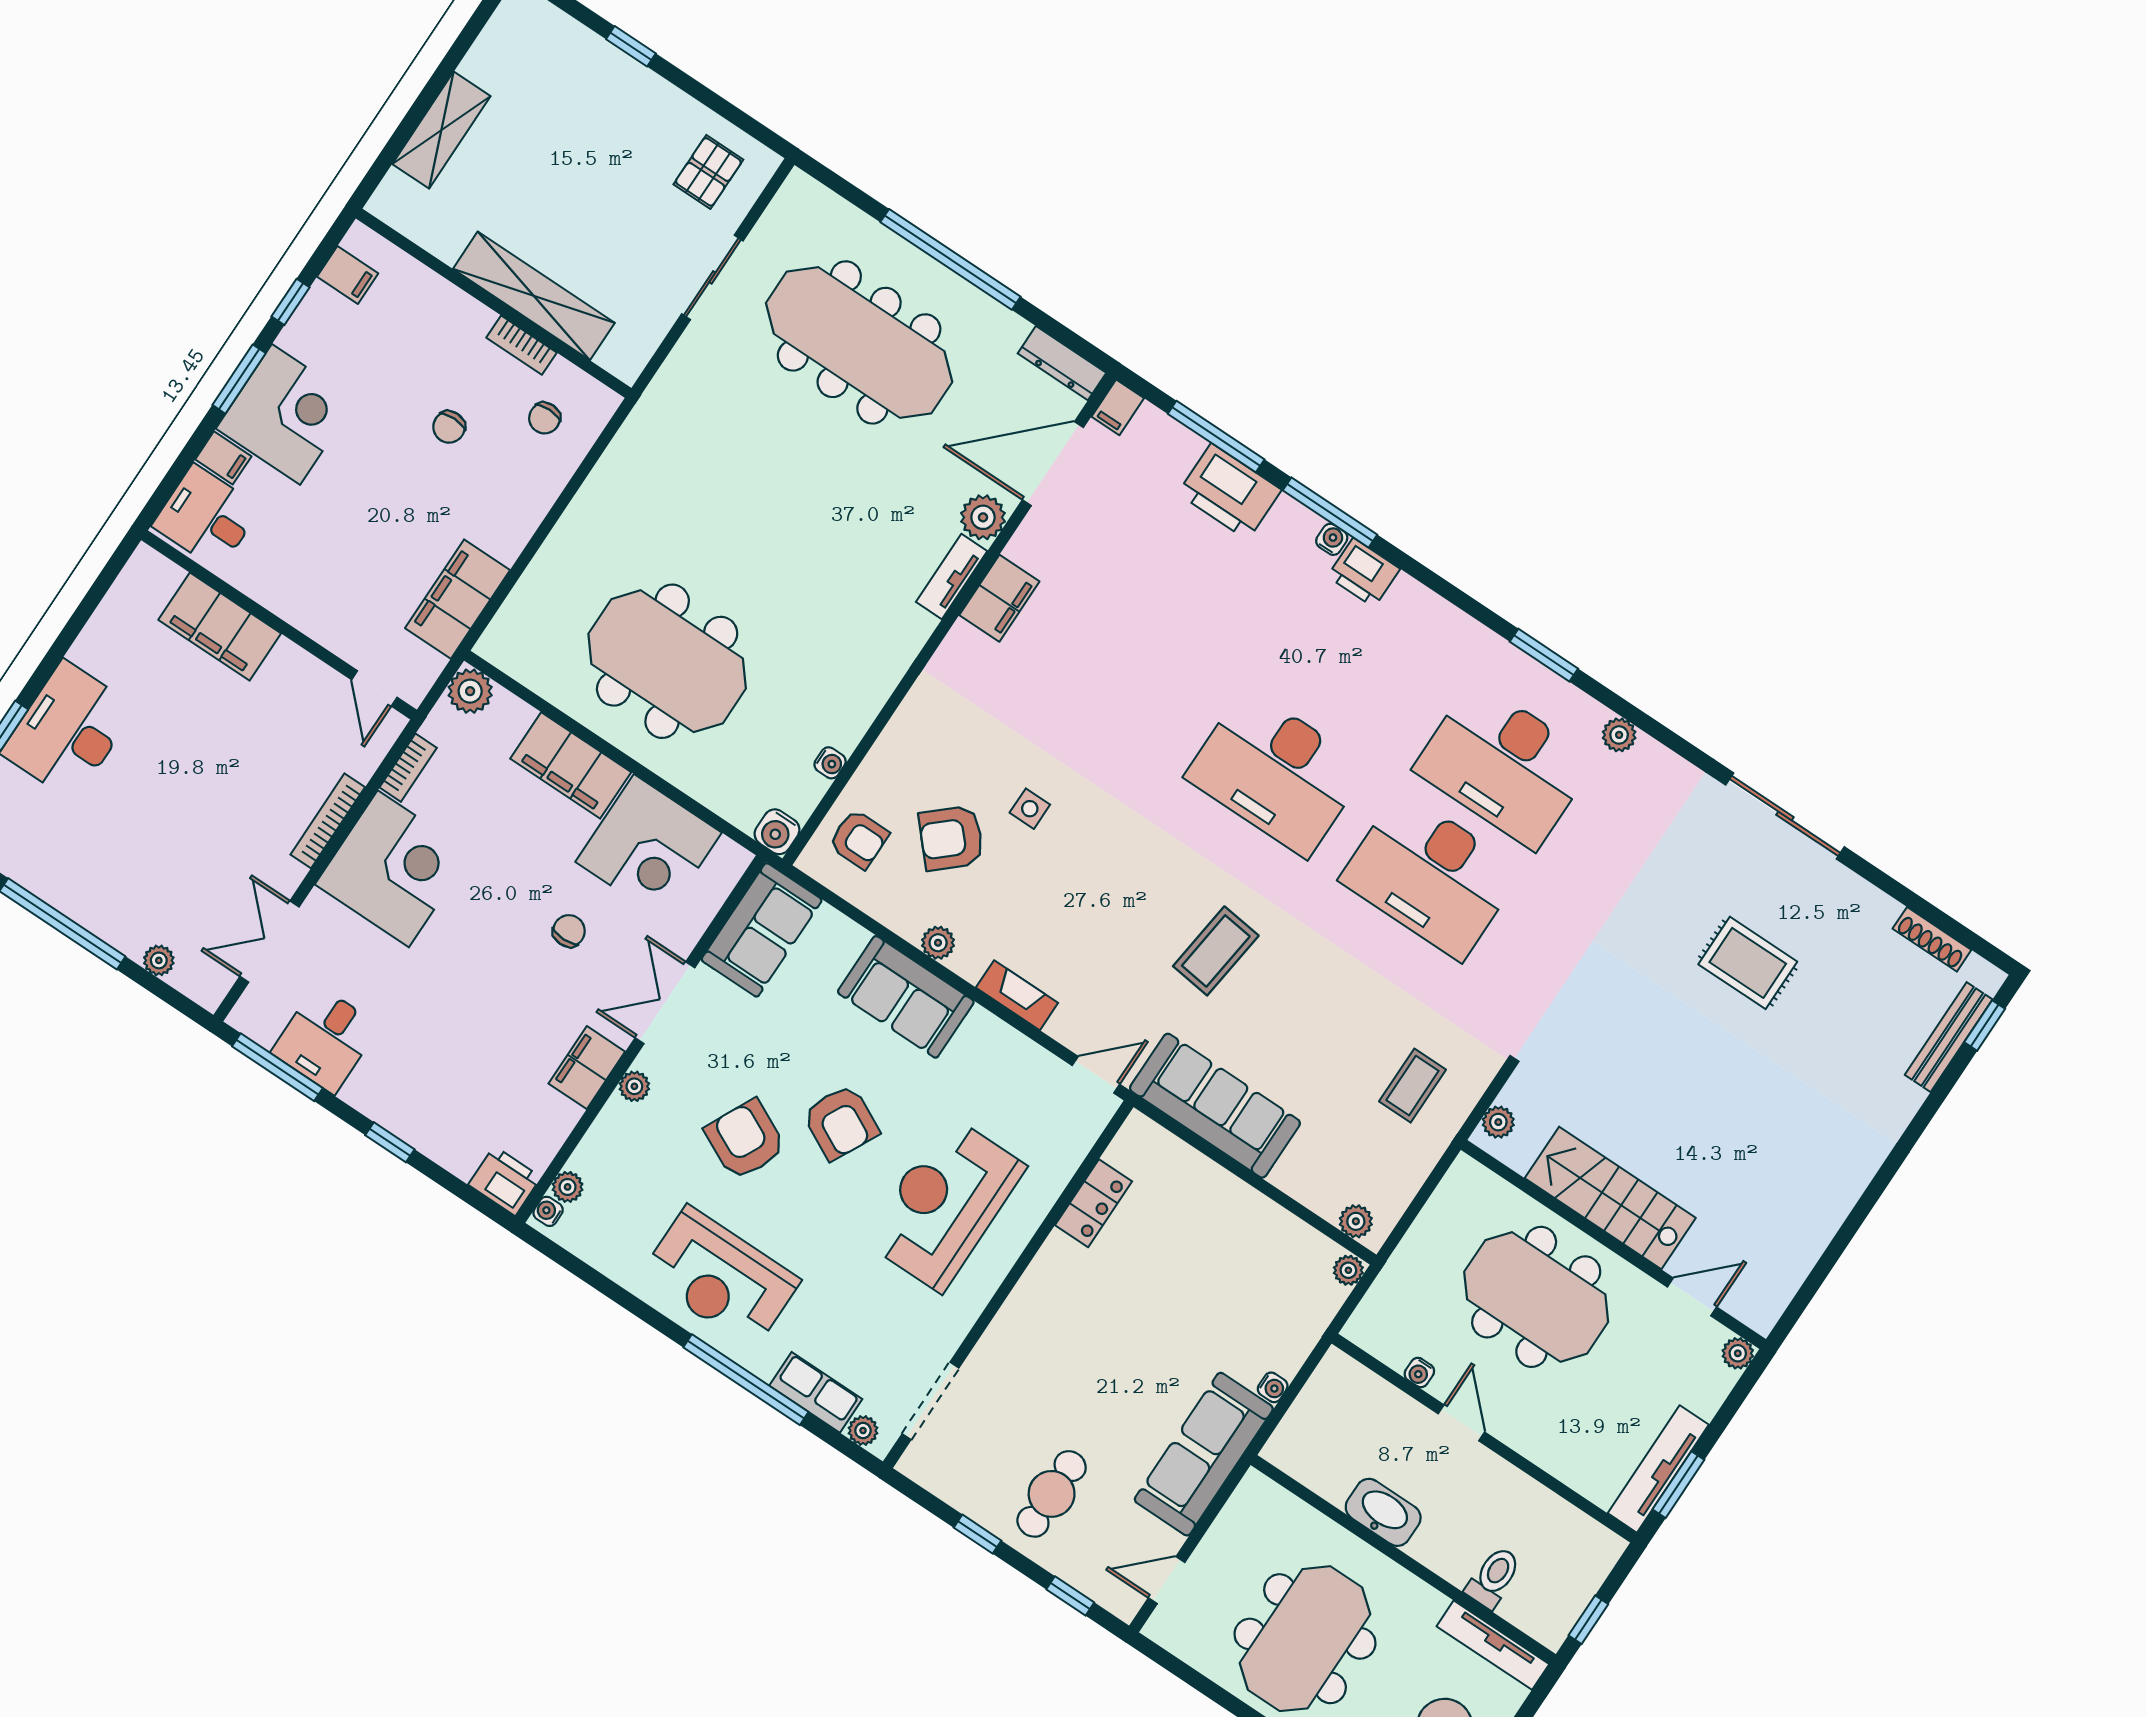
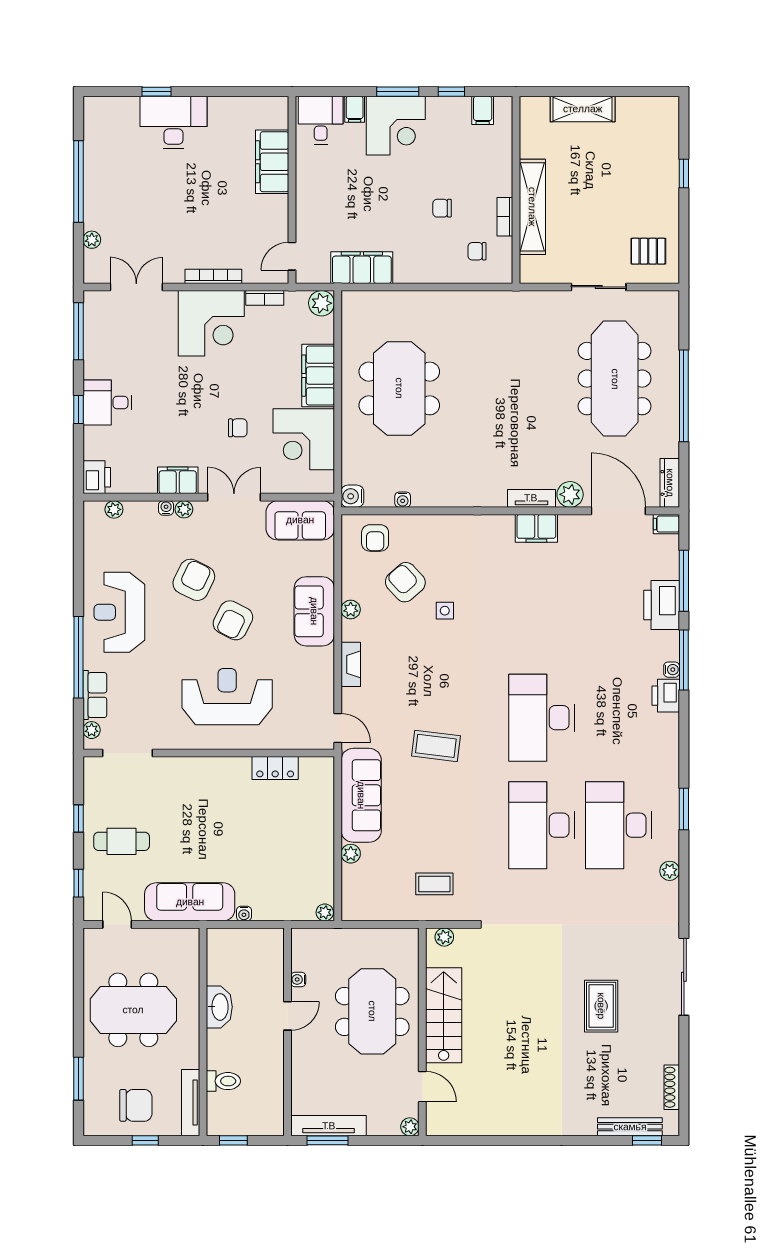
desk: (325, 1039) -> (107, 403), moved
water cooler: (548, 1211) -> (166, 508), moved
plant: (1356, 1221) -> (351, 854), moved

